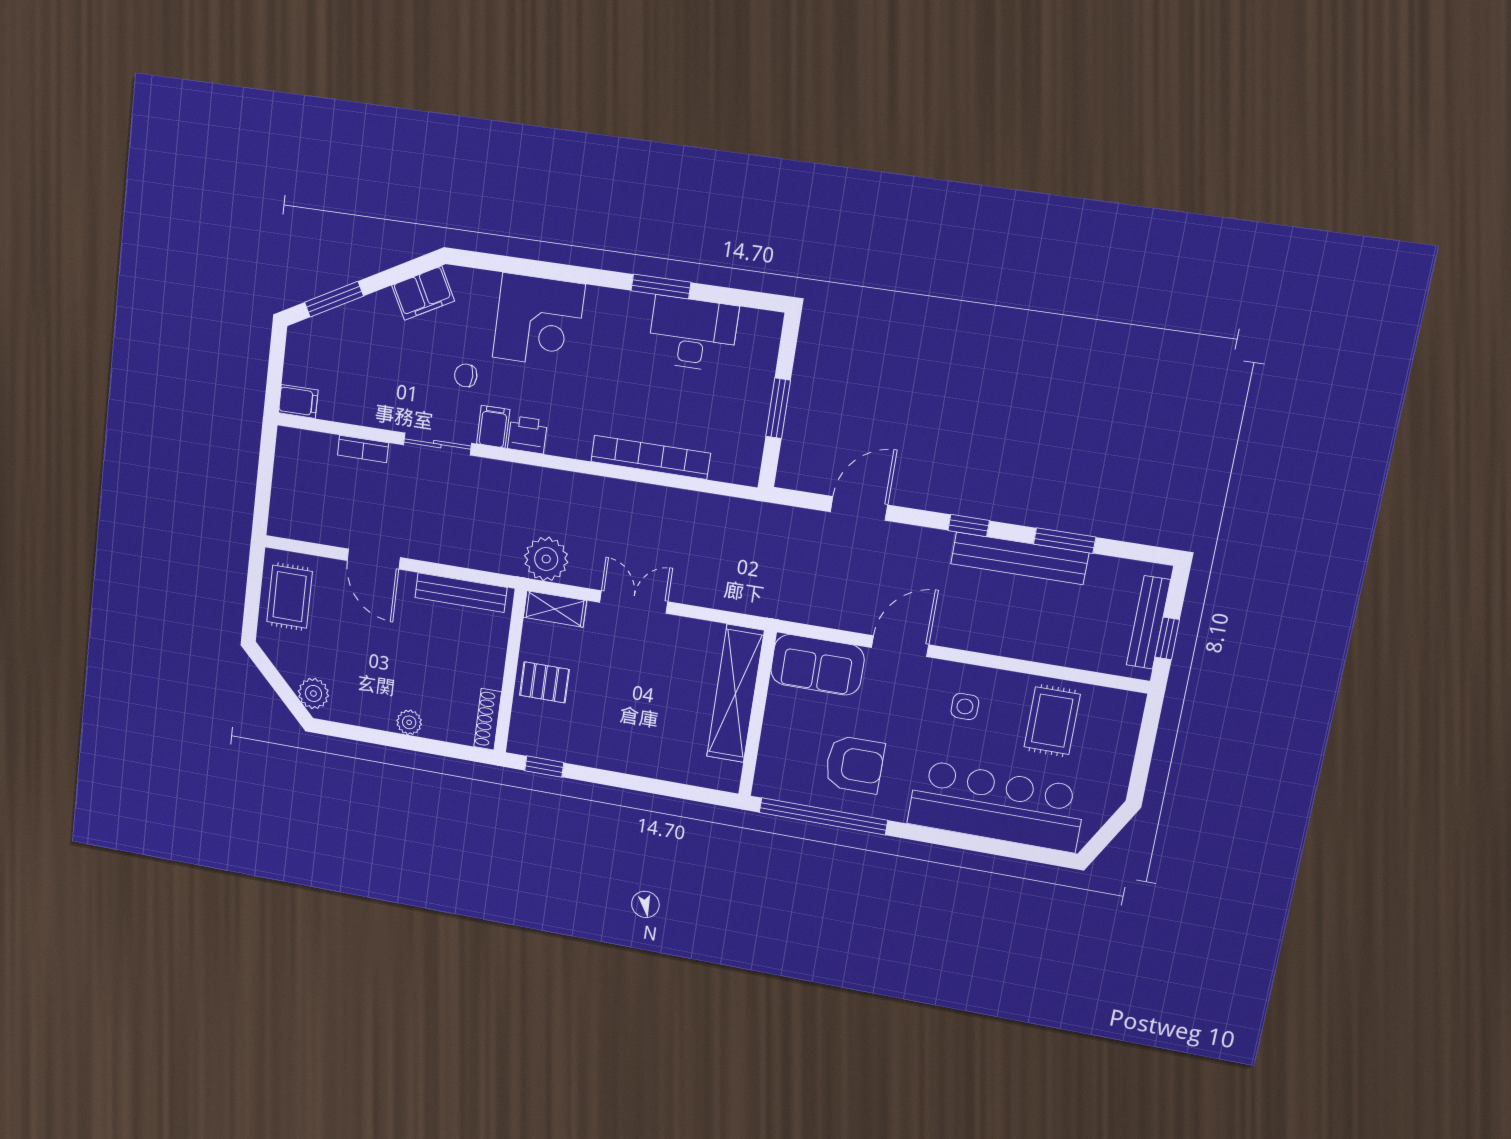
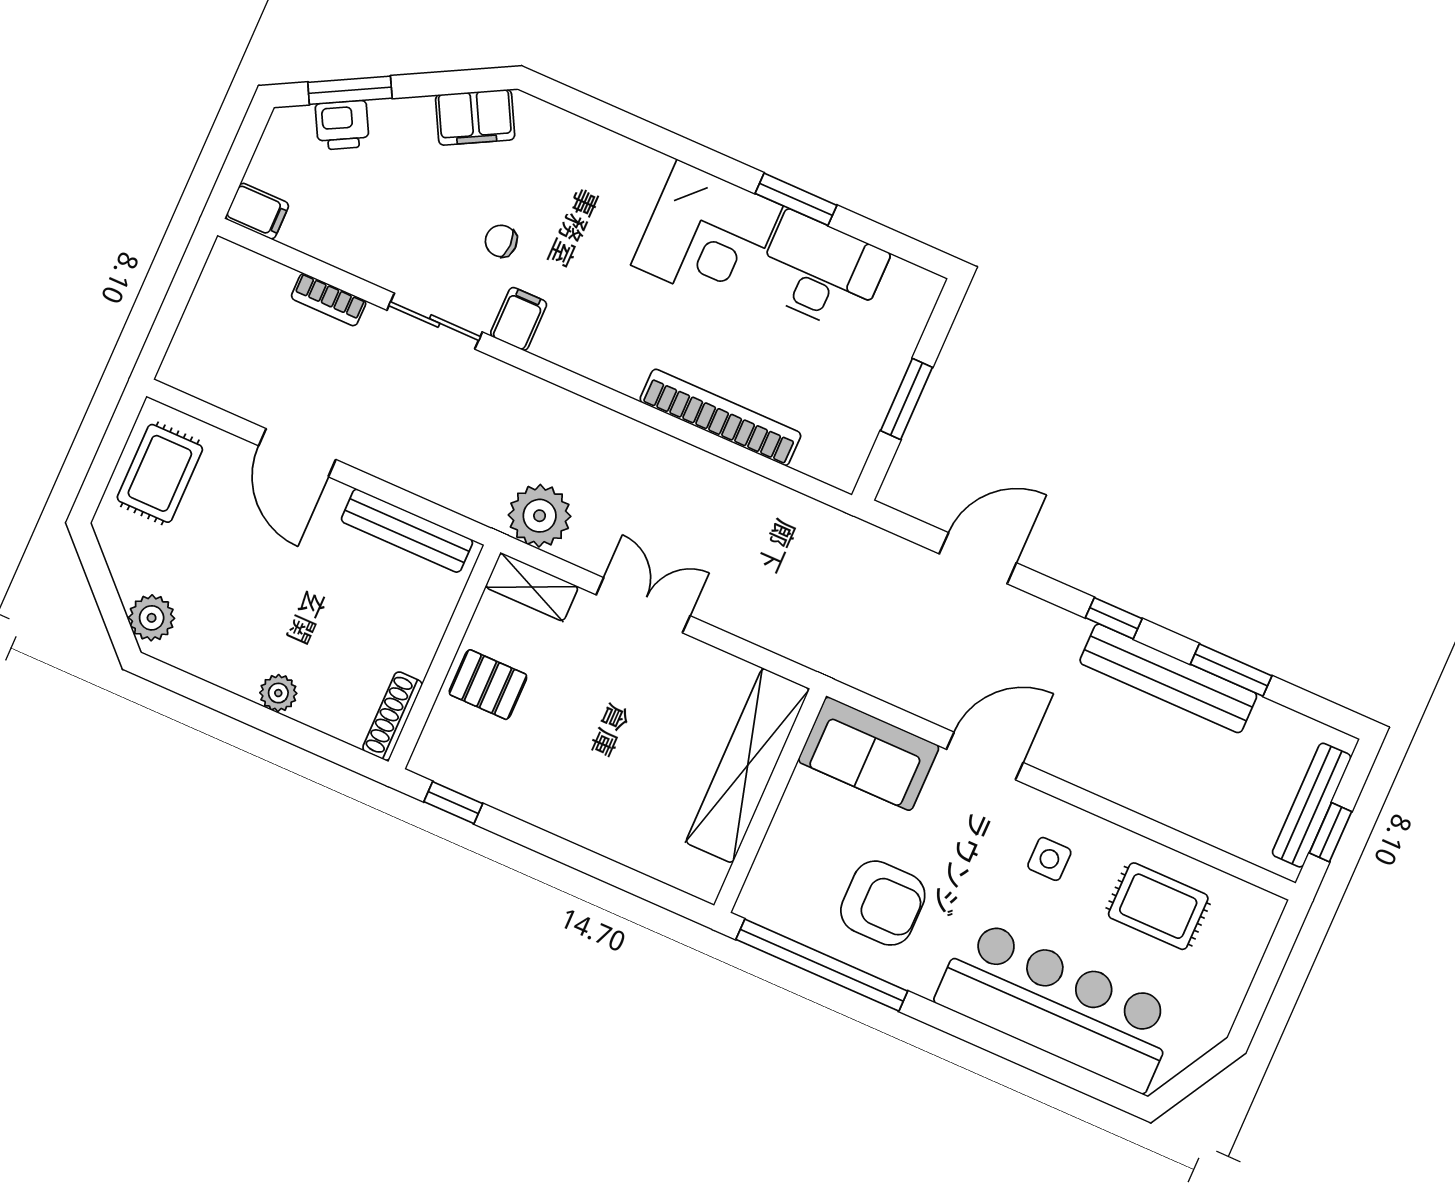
corner desk: (539, 321) -> (707, 235), moved
printer: (527, 435) -> (342, 125), moved, turned 152
rug: (1052, 721) -> (1158, 906), turned 90

